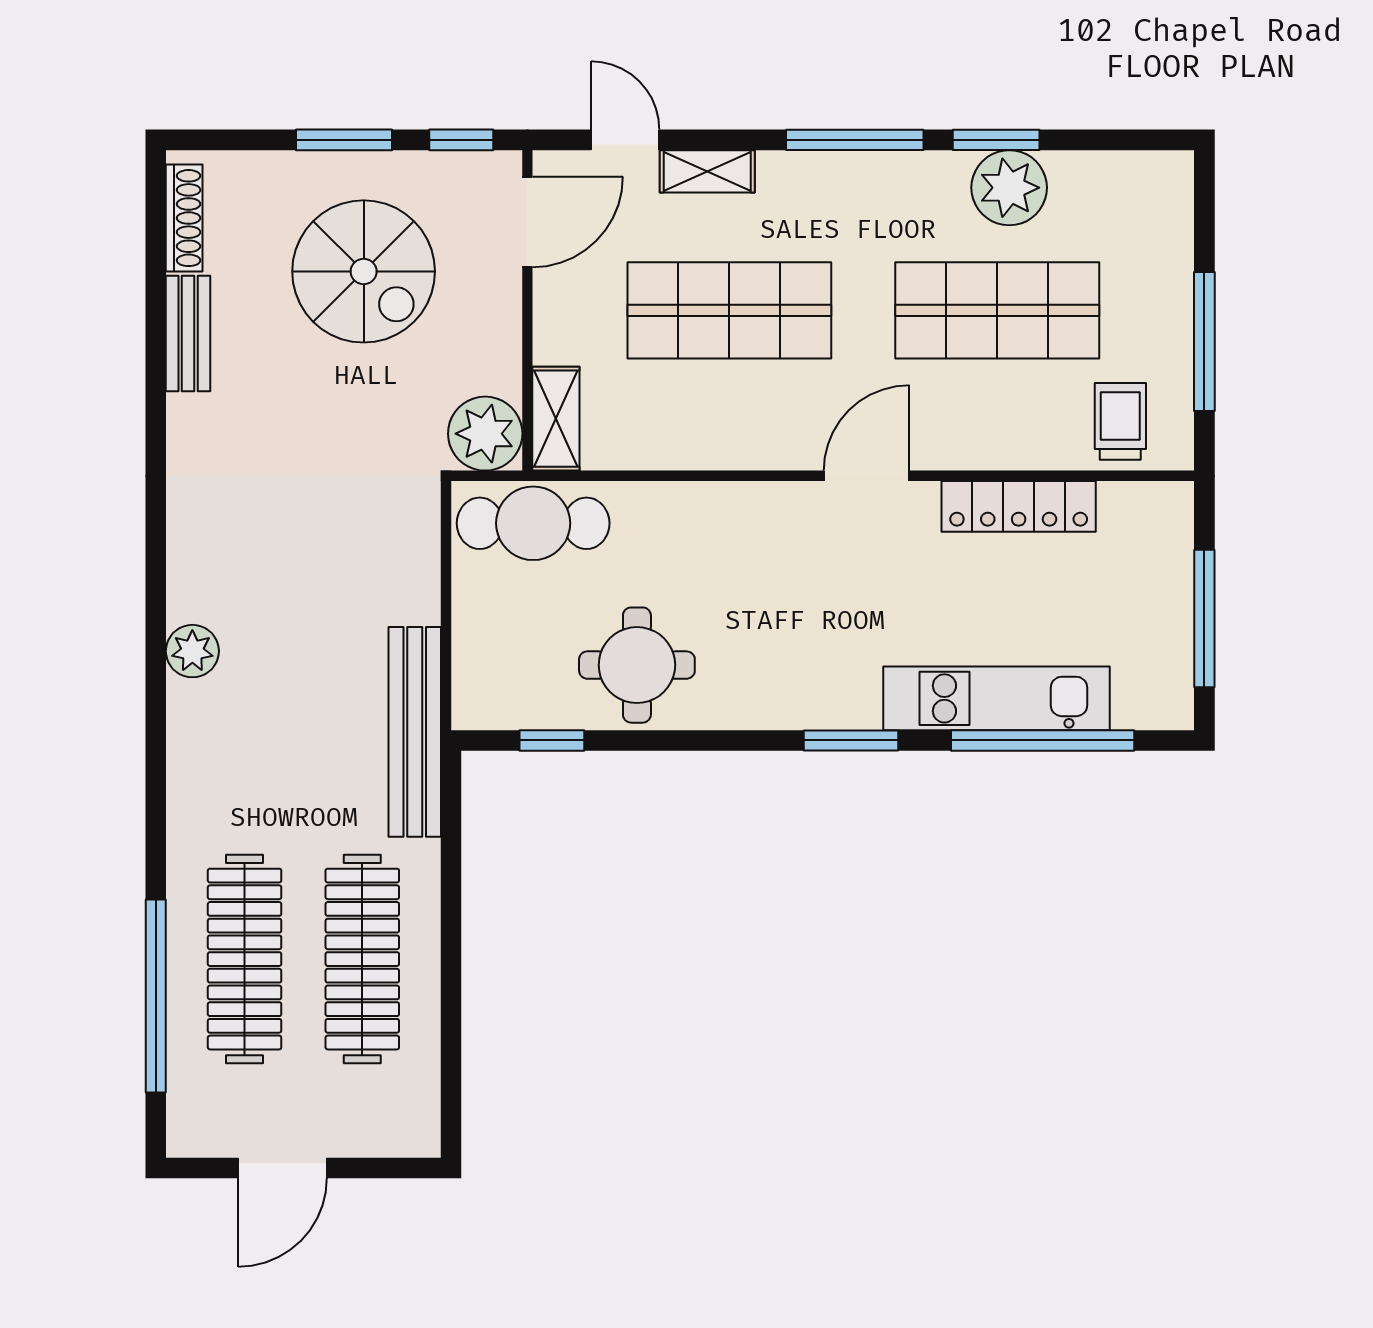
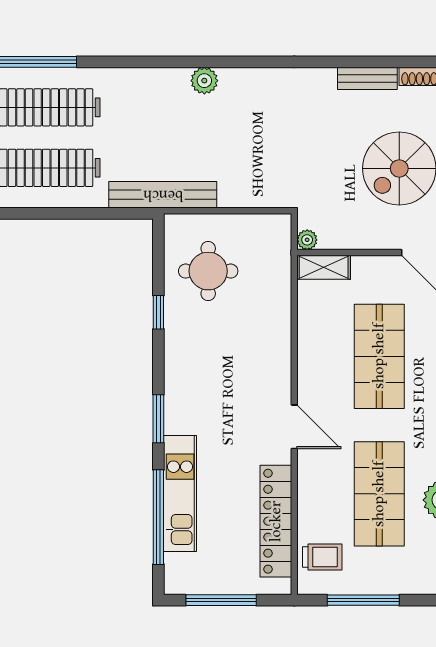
plant: (485, 434) -> (307, 240), width x0.53, depth x0.53
locker: (1019, 506) -> (276, 521), width x1.41, depth x1.21
cafe table: (533, 523) -> (270, 256), removed
round table: (637, 665) -> (208, 271), moved
window: (552, 740) -> (158, 312), moved

